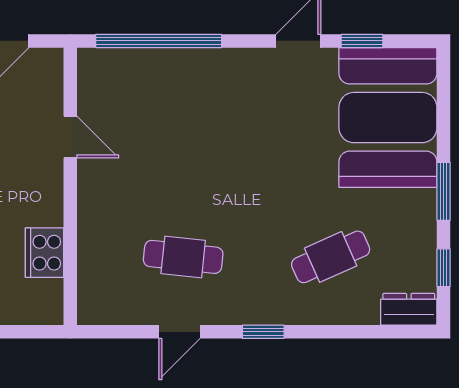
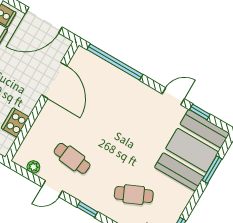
door: (70, 137) -> (54, 80), width x1.87
window: (444, 191) -> (212, 170), moved
plant: (123, 312) -> (33, 167), added

